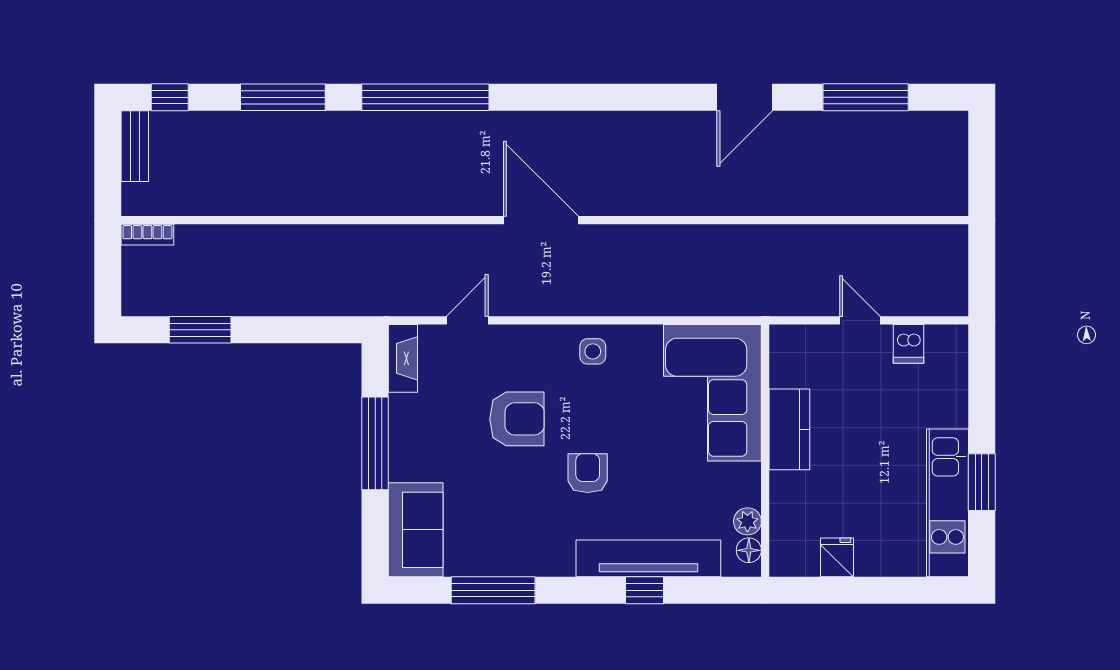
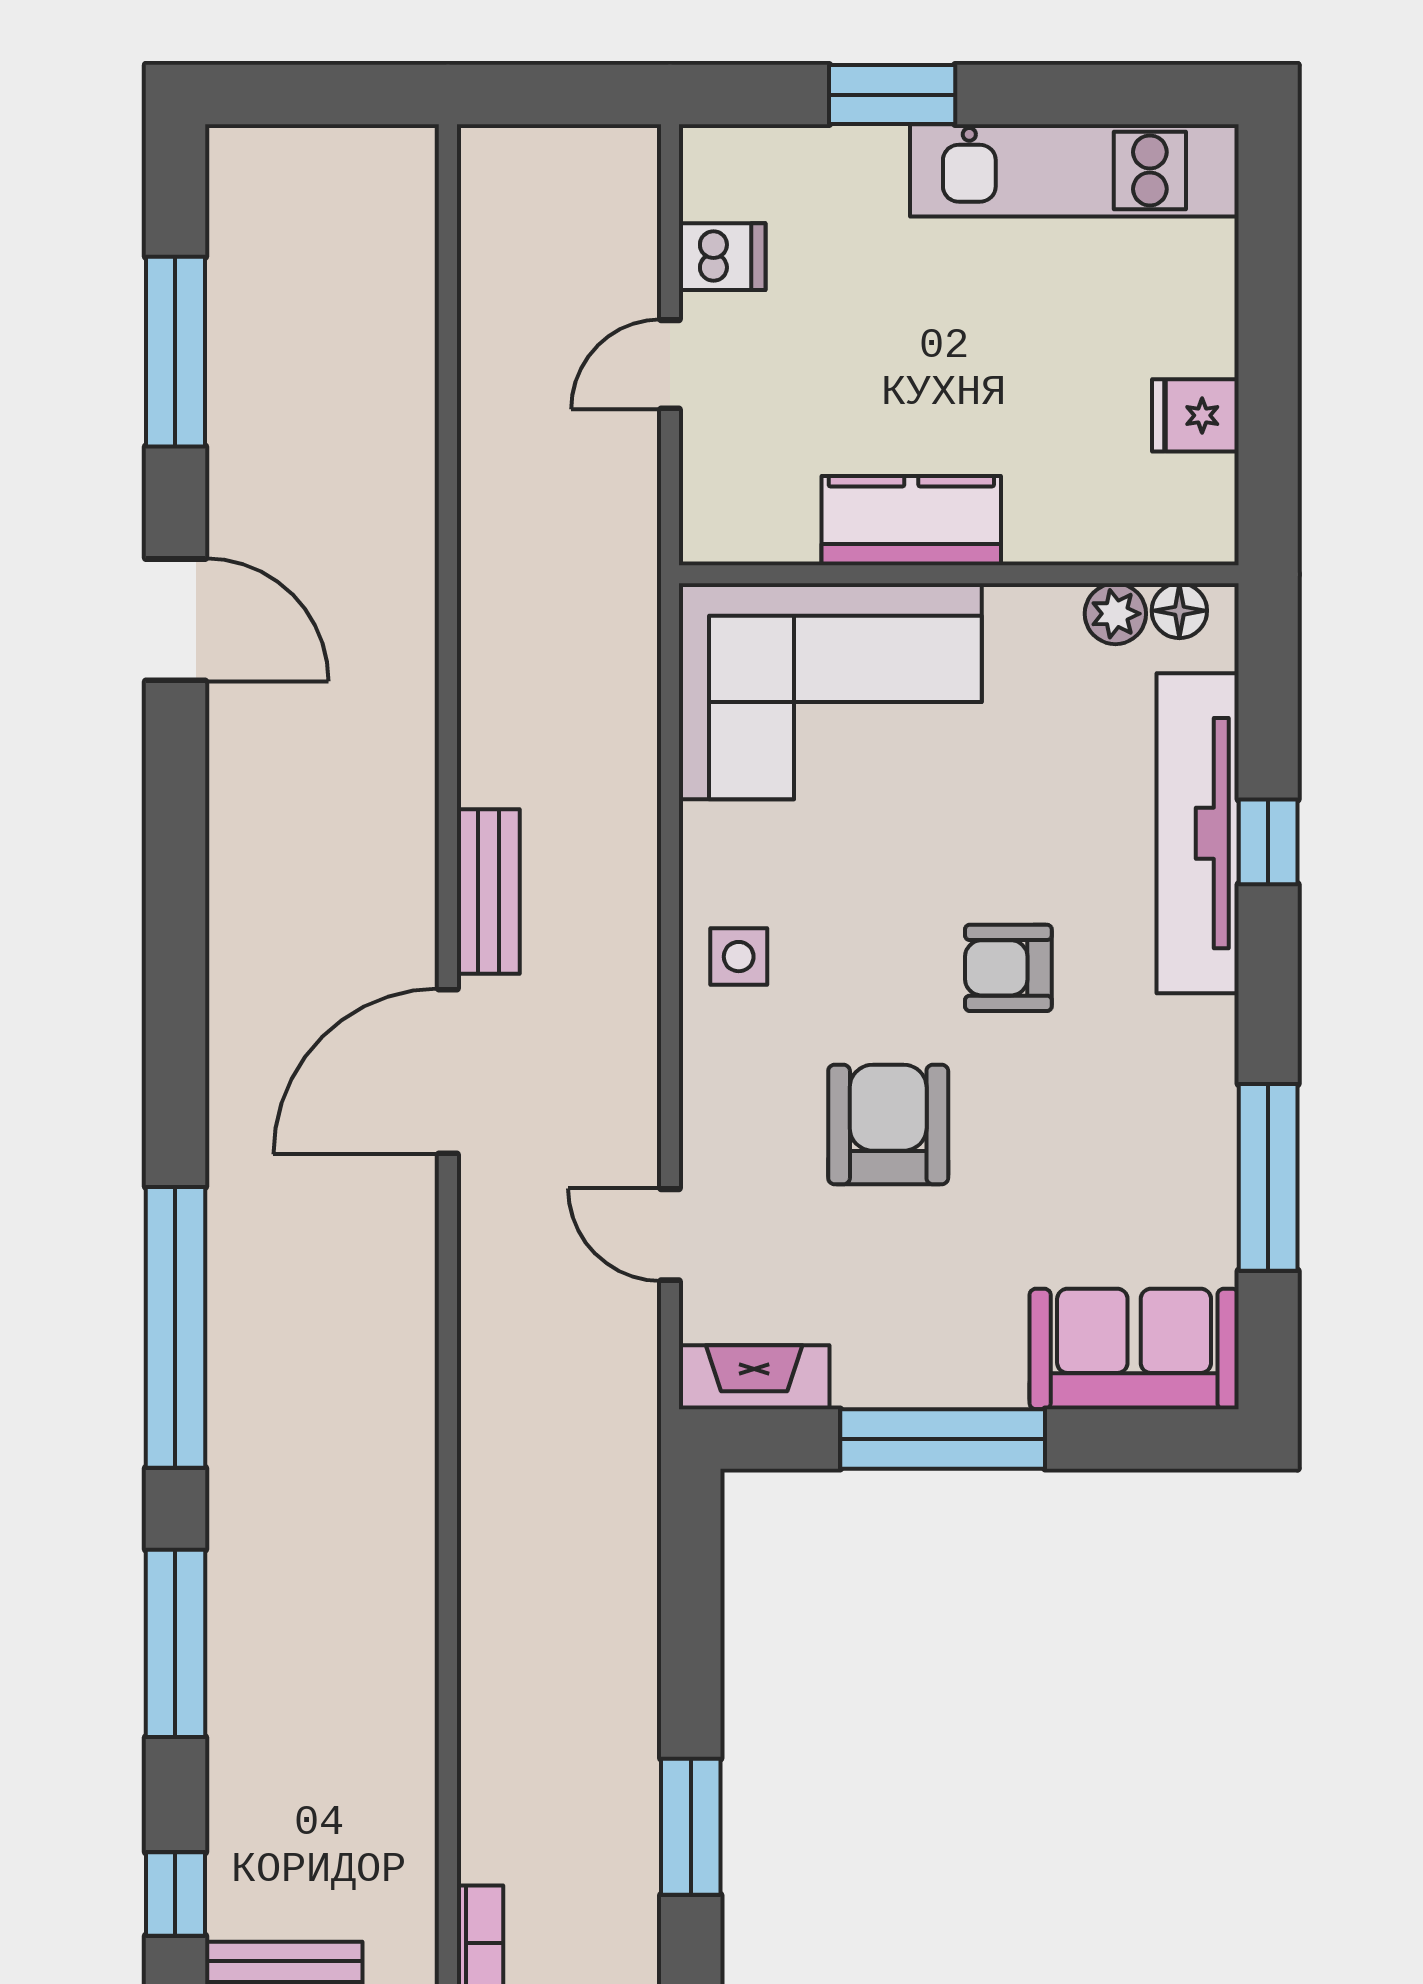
bench: (622, 238) -> (488, 892), added
window: (982, 482) -> (892, 95), moved

